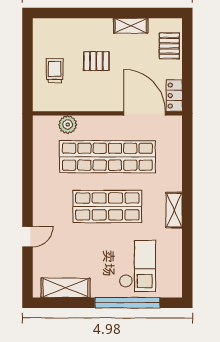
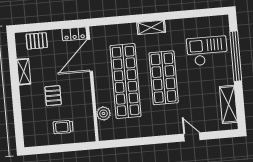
shelving: (174, 210) -> (151, 27), moved

